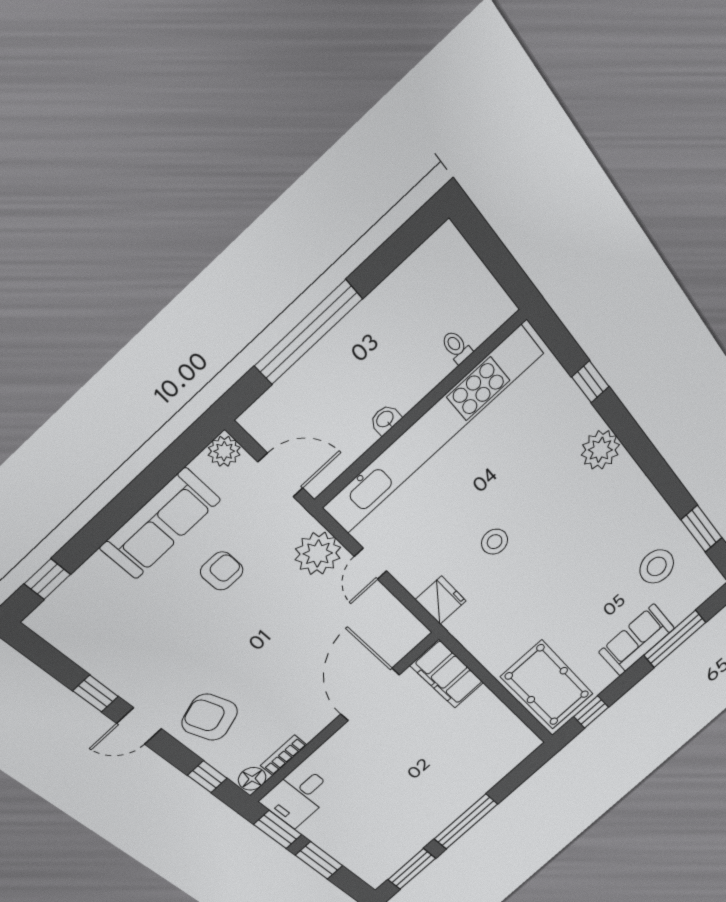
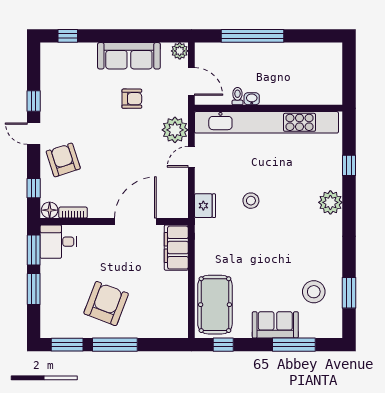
toilet: (457, 347) -> (237, 96), moved
armchair: (418, 798) -> (106, 304), added

